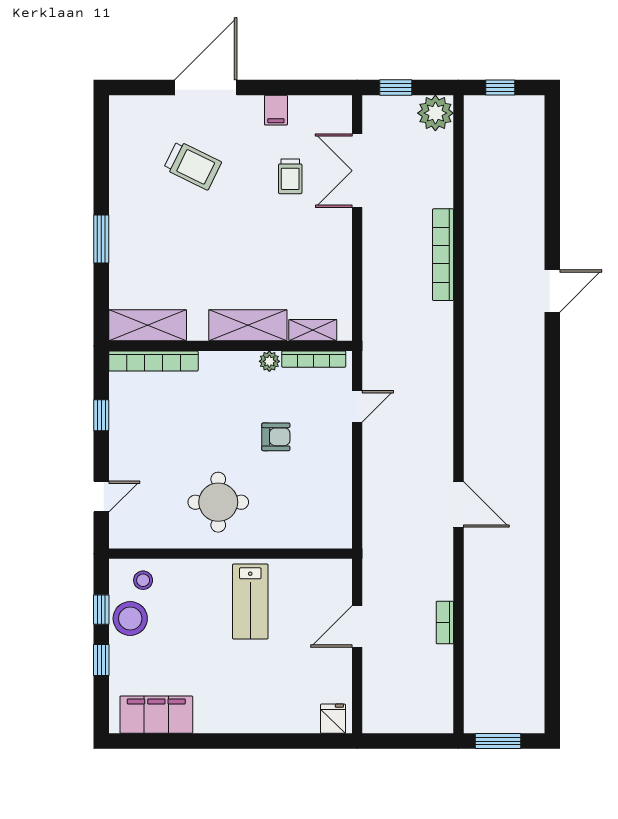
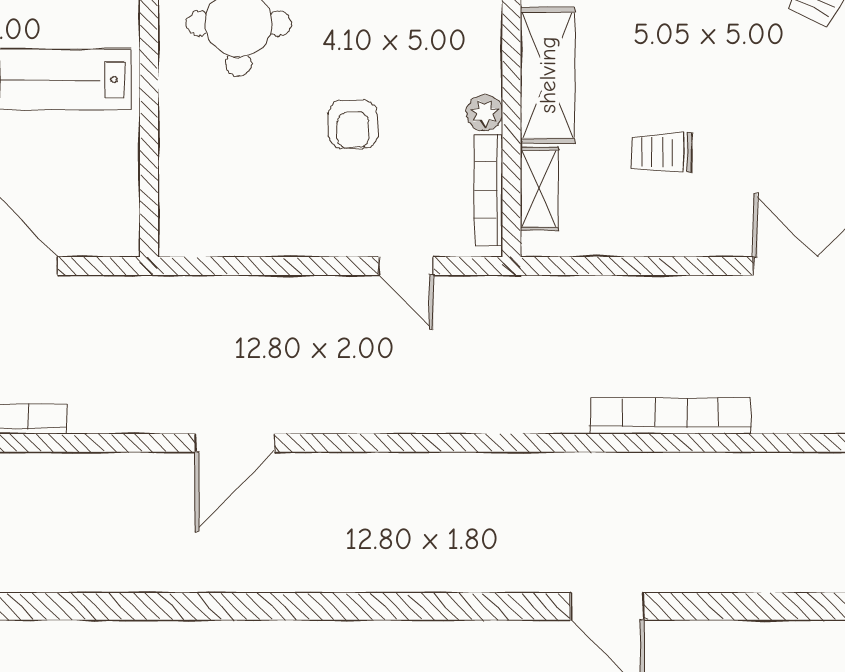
trolley: (290, 176) -> (661, 152), moved

